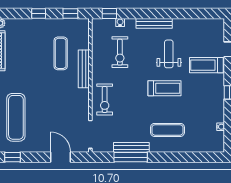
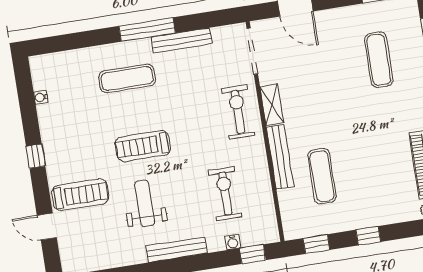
weight bench: (169, 54) -> (145, 203), turned 180
shelving: (84, 101) -> (272, 105), added
exercise mat: (16, 117) -> (379, 60), width x0.73, depth x0.69
window: (131, 157) -> (147, 30), moved

